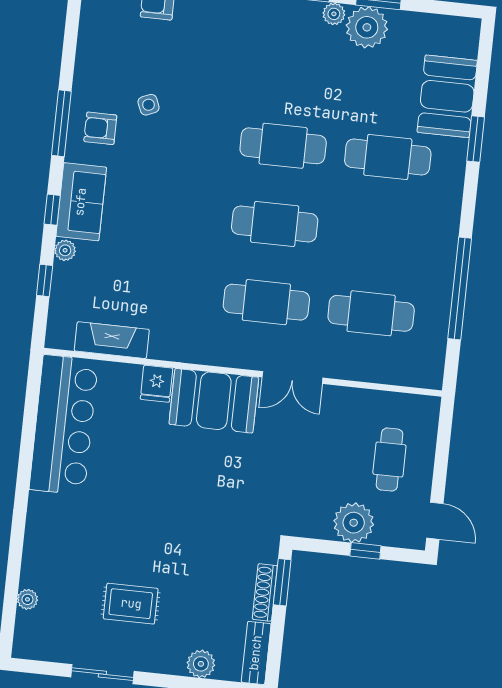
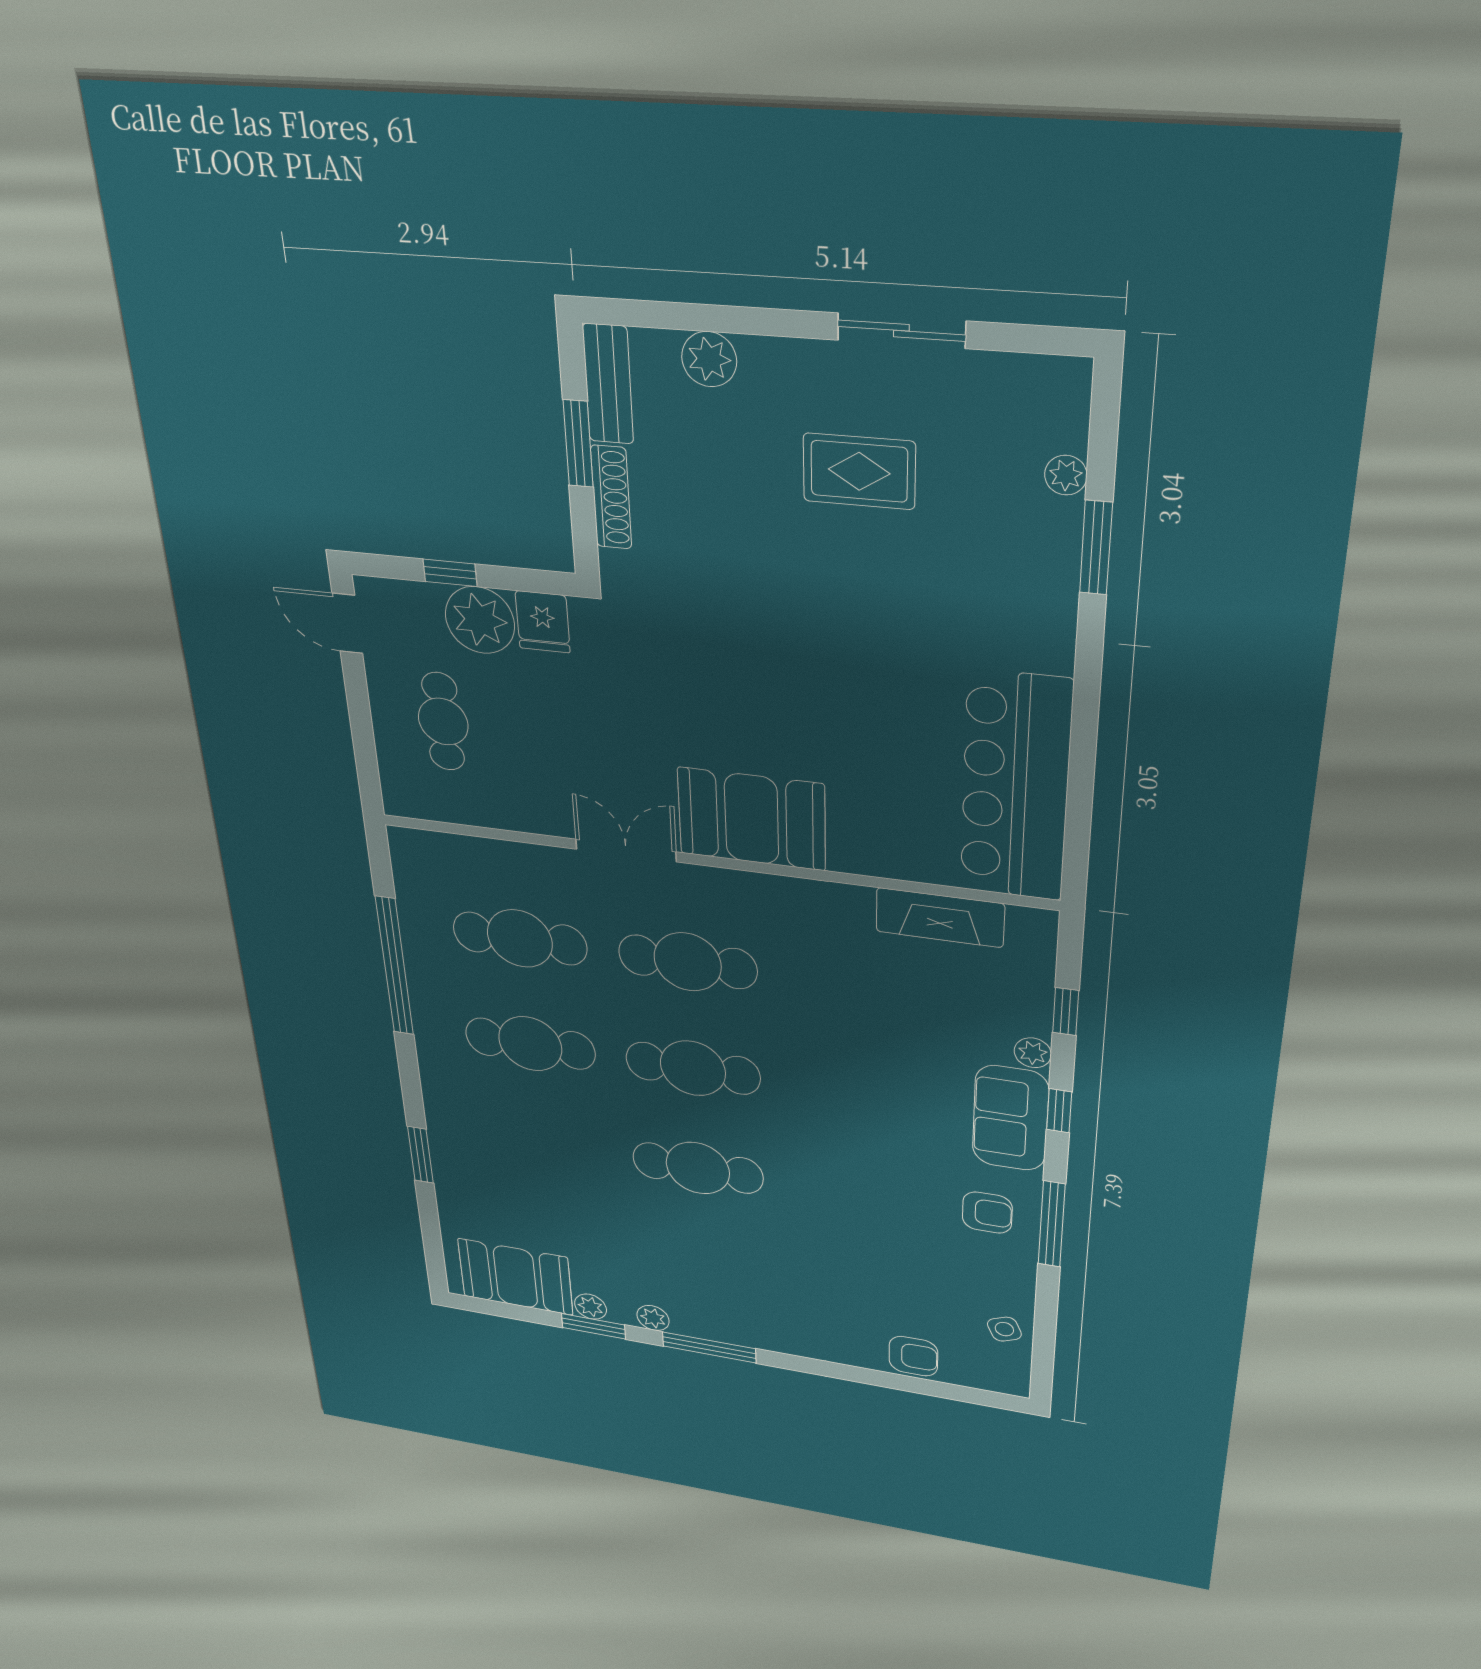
plant: (367, 27) -> (591, 1307), width x0.53, depth x0.53
booth: (447, 96) -> (515, 1277), moved, turned 90
side table: (149, 105) -> (1004, 1329), moved
cafe table: (388, 157) -> (530, 1044), moved
fridge: (157, 384) -> (543, 622), moved, turned 180
window: (15, 561) -> (1096, 548), added
window: (282, 582) -> (578, 444), moved

